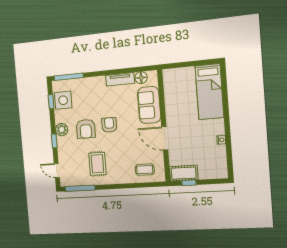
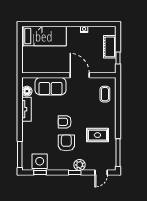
armchair: (86, 129) -> (66, 143), turned -90
plant: (62, 130) -> (80, 165), moved
door: (165, 138) -> (80, 75), swing flipped
cot: (184, 173) -> (110, 47), moved

